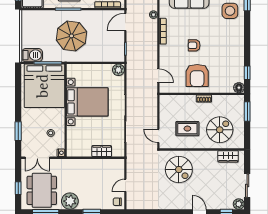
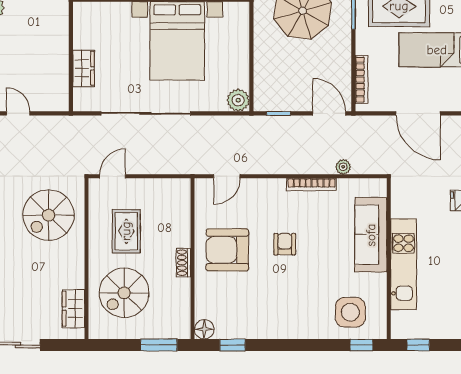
spiral stairs: (220, 130) -> (124, 293), turned 90

